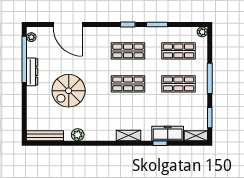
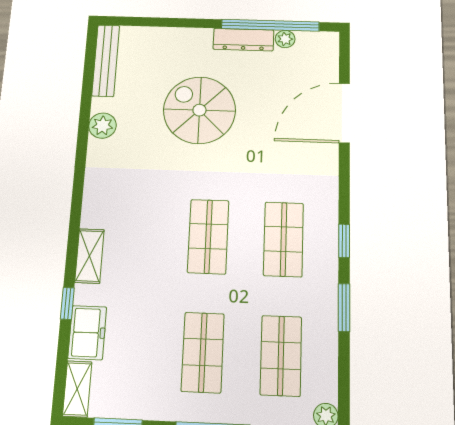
plant: (31, 37) -> (285, 39), moved
freezer: (168, 134) -> (87, 333), width x0.71
shelving: (129, 135) -> (89, 256), moved

